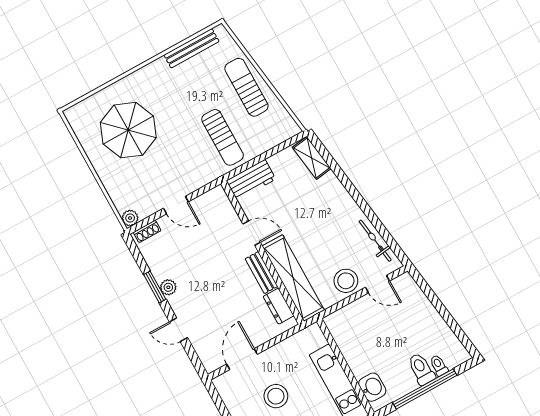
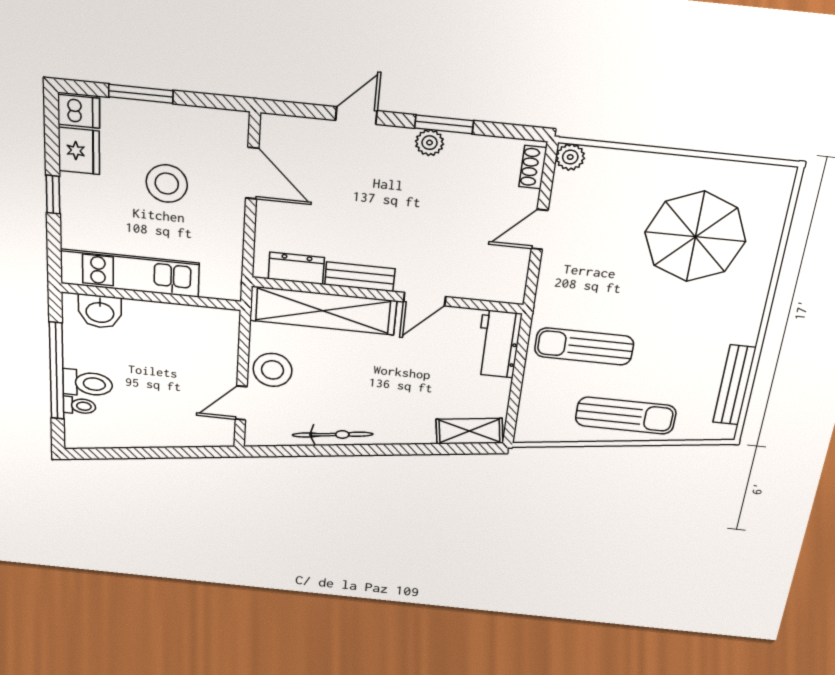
bicycle: (375, 241) -> (333, 435), moved

